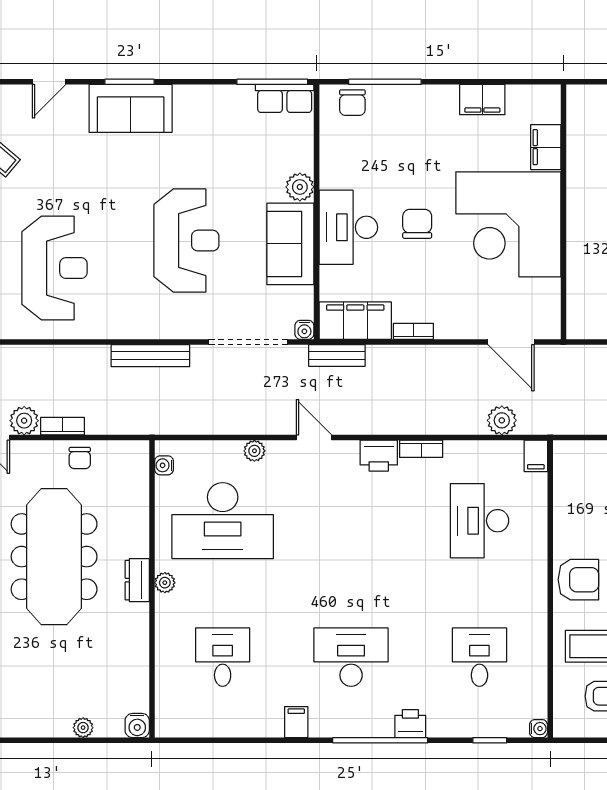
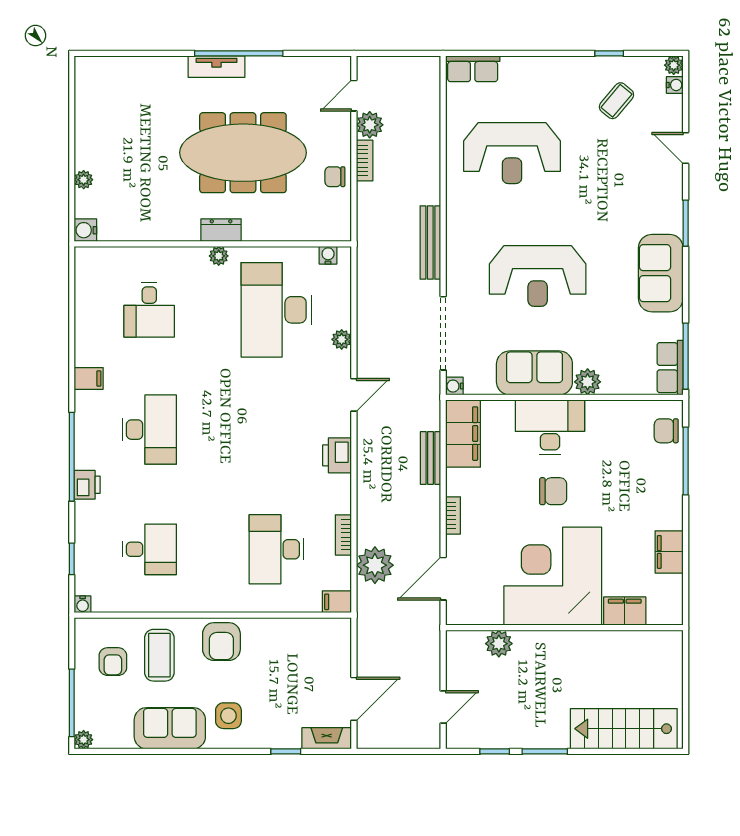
sofa: (131, 108) -> (661, 273), moved
plant: (581, 282) -> (499, 644), added
bookcase: (413, 331) -> (453, 515), moved
bench: (337, 355) -> (431, 458), moved
plant: (502, 420) -> (375, 565), width x1.36, depth x1.36
bookcase: (421, 449) -> (343, 535), moved
desk: (479, 521) -> (276, 549), turned -90
desk: (223, 657) -> (149, 310), turned 90

